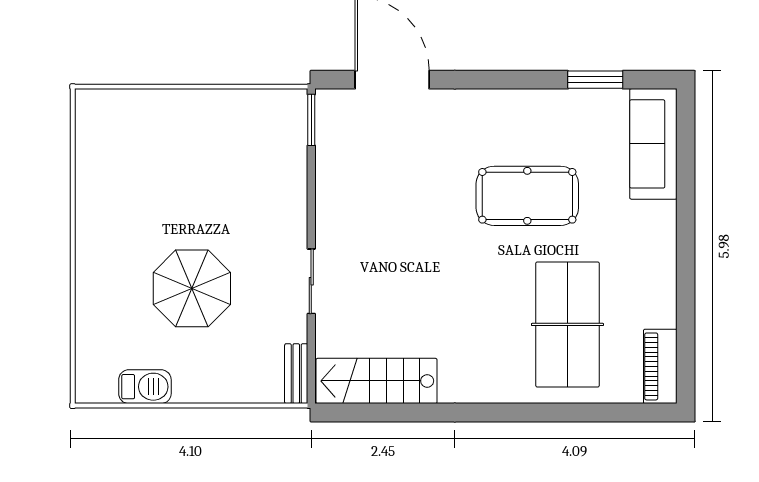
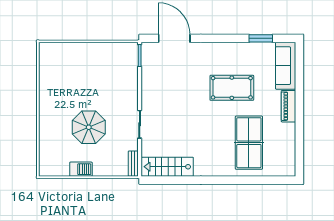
piano: (660, 366) -> (288, 106), moved
barbecue: (145, 387) -> (81, 169), moved

